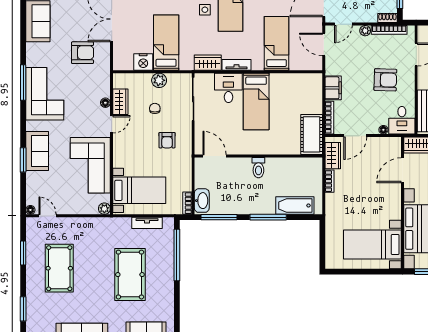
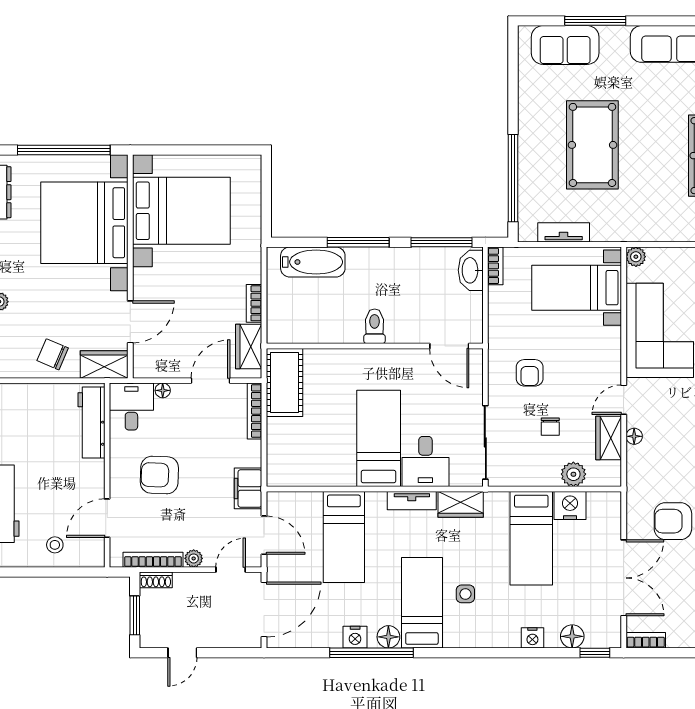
plant: (159, 80) -> (573, 474), moved
filing cabinet: (333, 88) -> (248, 488), moved
armchair: (167, 140) -> (530, 373), turned 180
bed with nightstands: (372, 244) -> (181, 211), width x1.36

